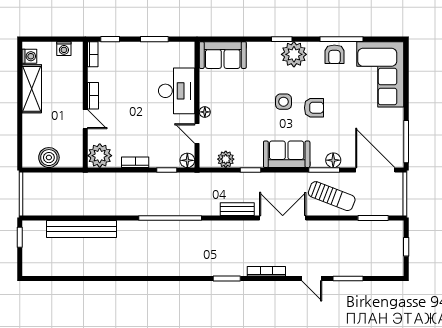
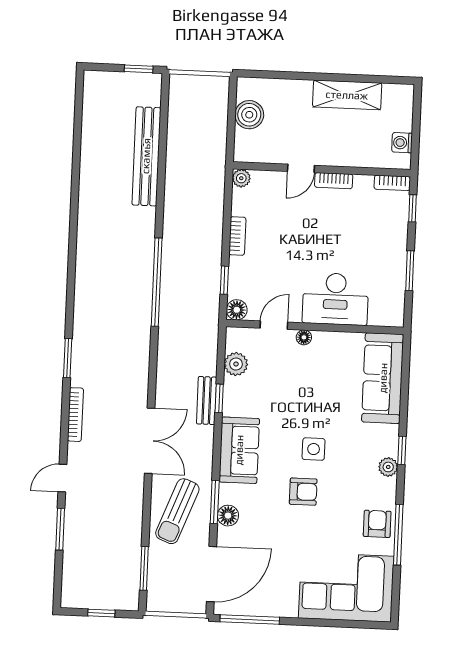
plant: (294, 54) -> (388, 467), width x0.53, depth x0.53
armchair: (334, 54) -> (377, 524), turned 90
sofa: (223, 55) -> (383, 378), width x1.36
washing machine: (29, 56) -> (393, 93), removed
armchair: (314, 108) -> (303, 492), turned -90
plant: (100, 156) -> (241, 178), width x0.53, depth x0.53
bench: (237, 209) -> (207, 401), moved

